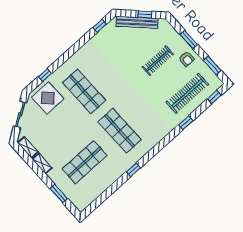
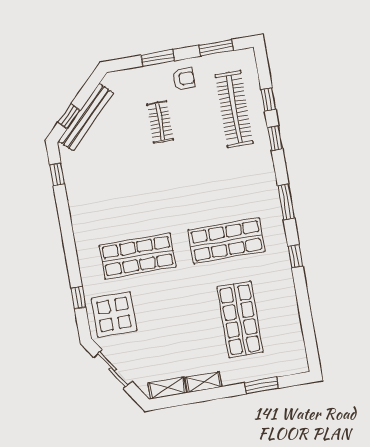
window: (145, 14) -> (69, 116), moved
clothes rail: (158, 61) -> (160, 122), width x0.73
window: (214, 97) -> (268, 99), moved
window: (157, 148) -> (286, 202), added

